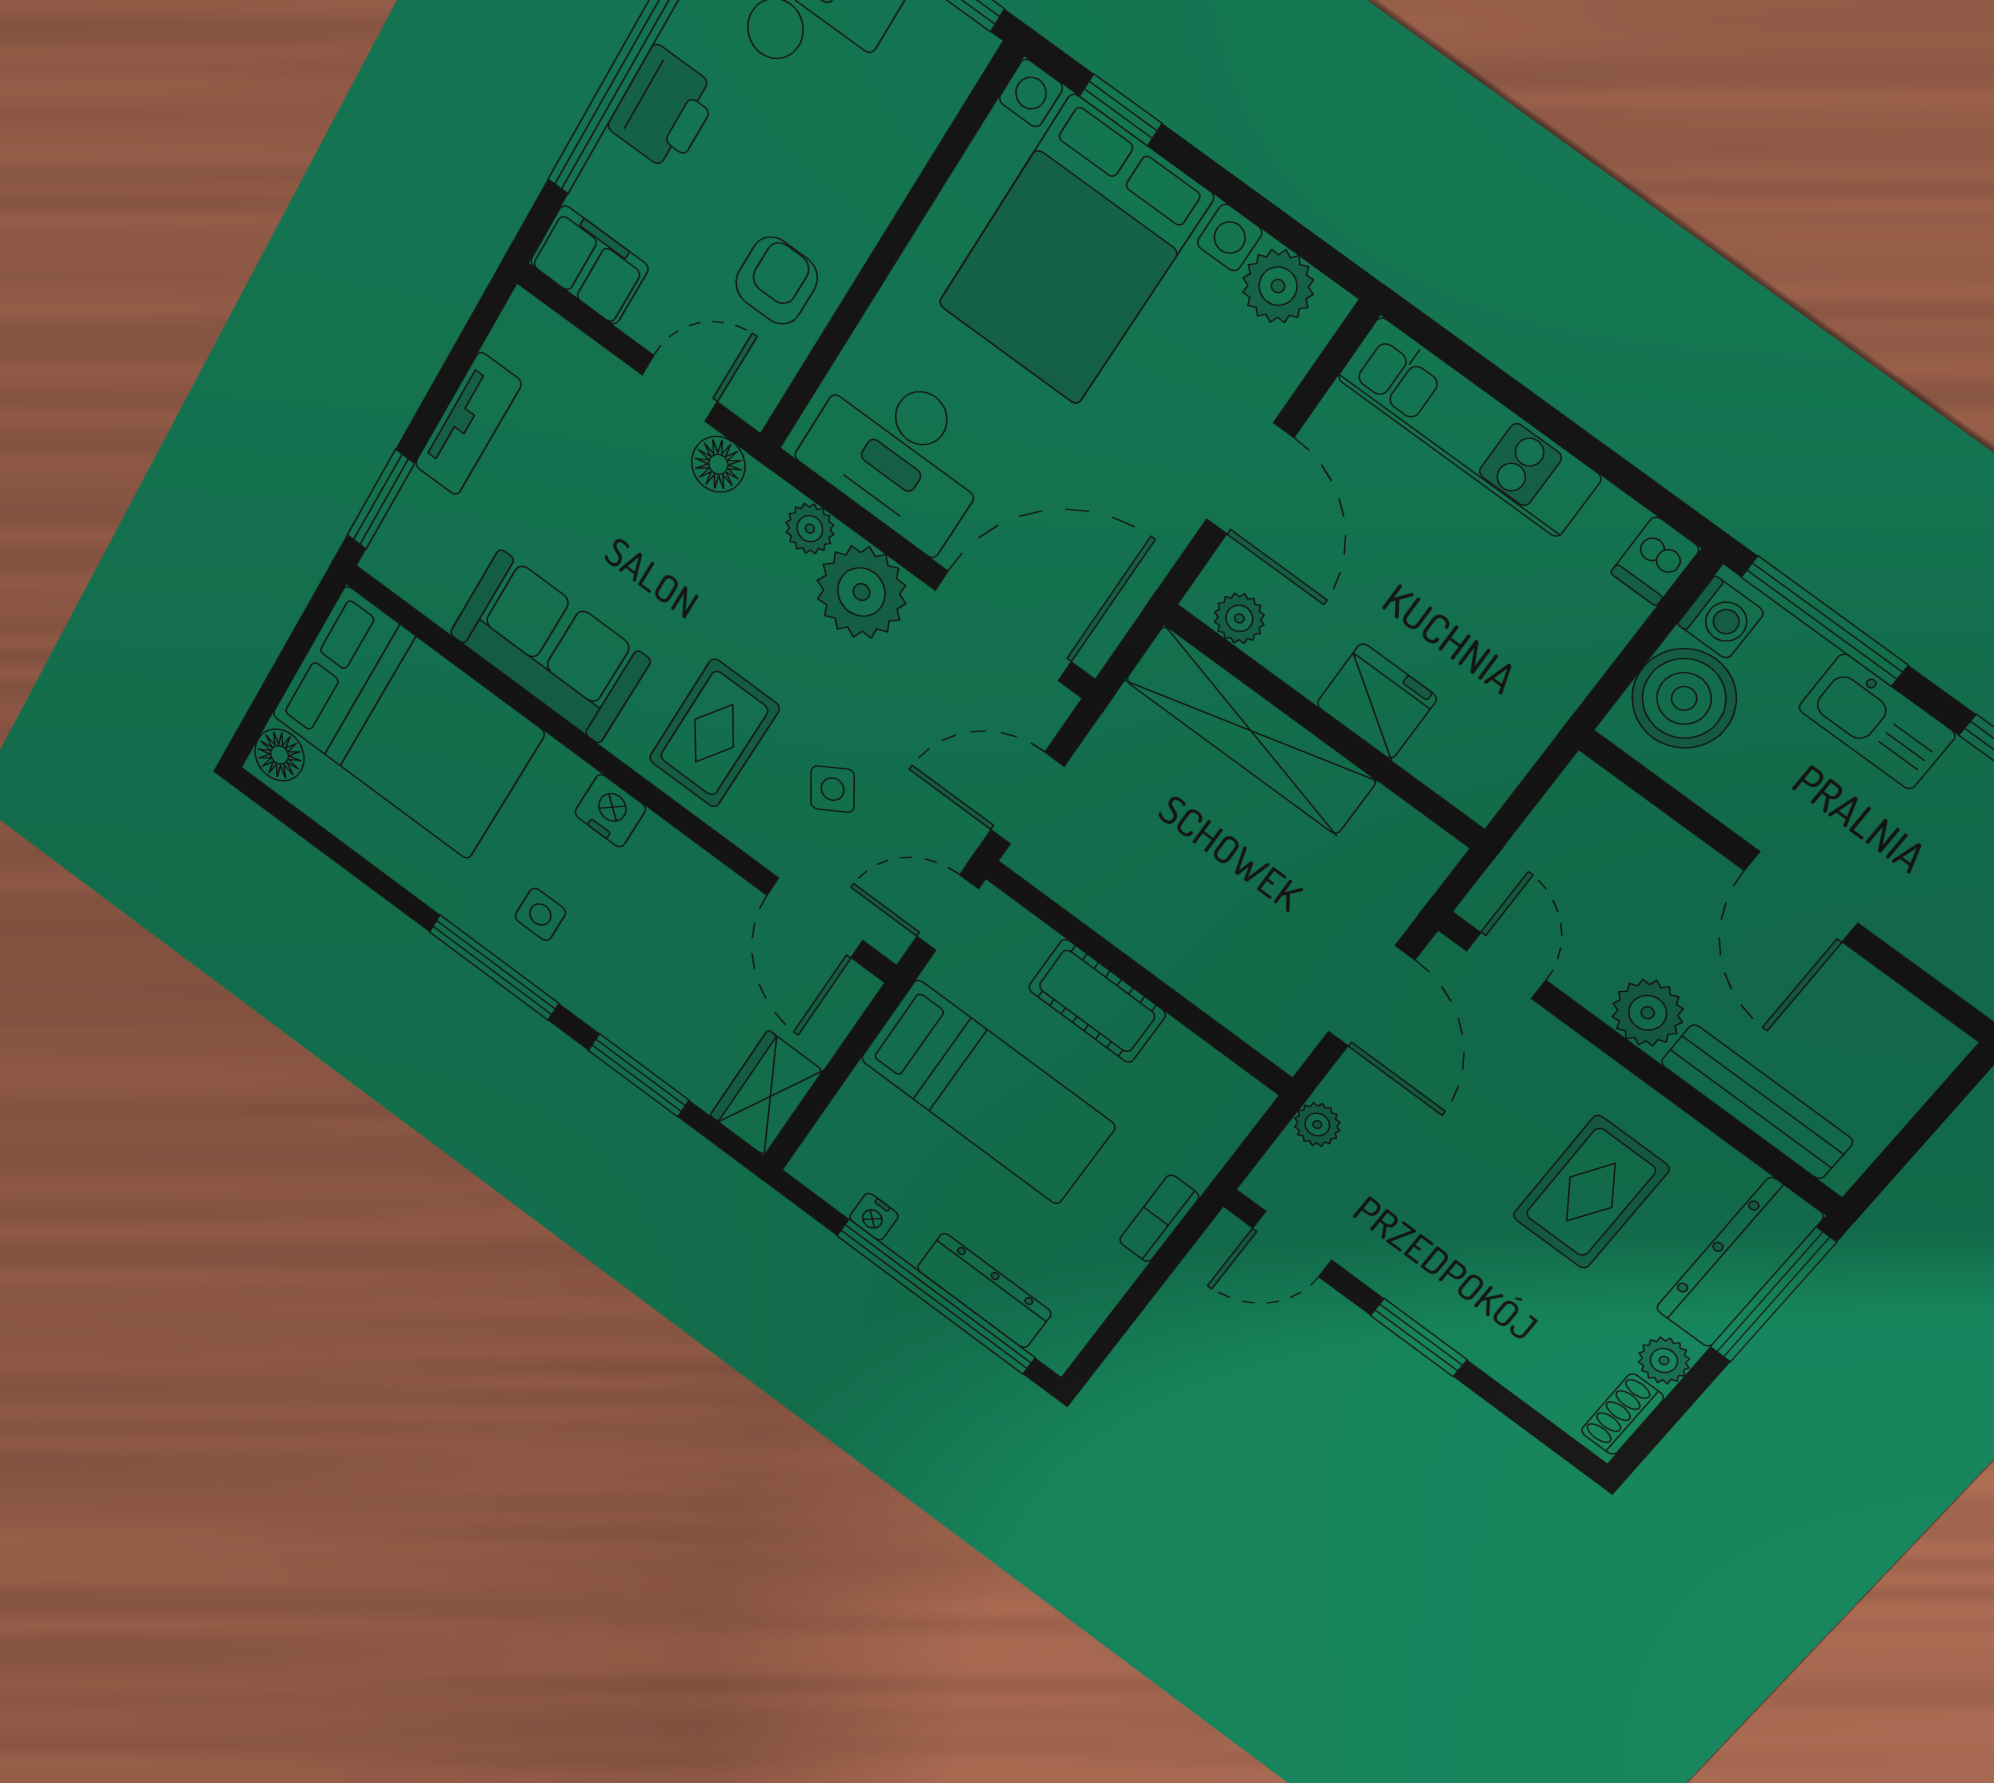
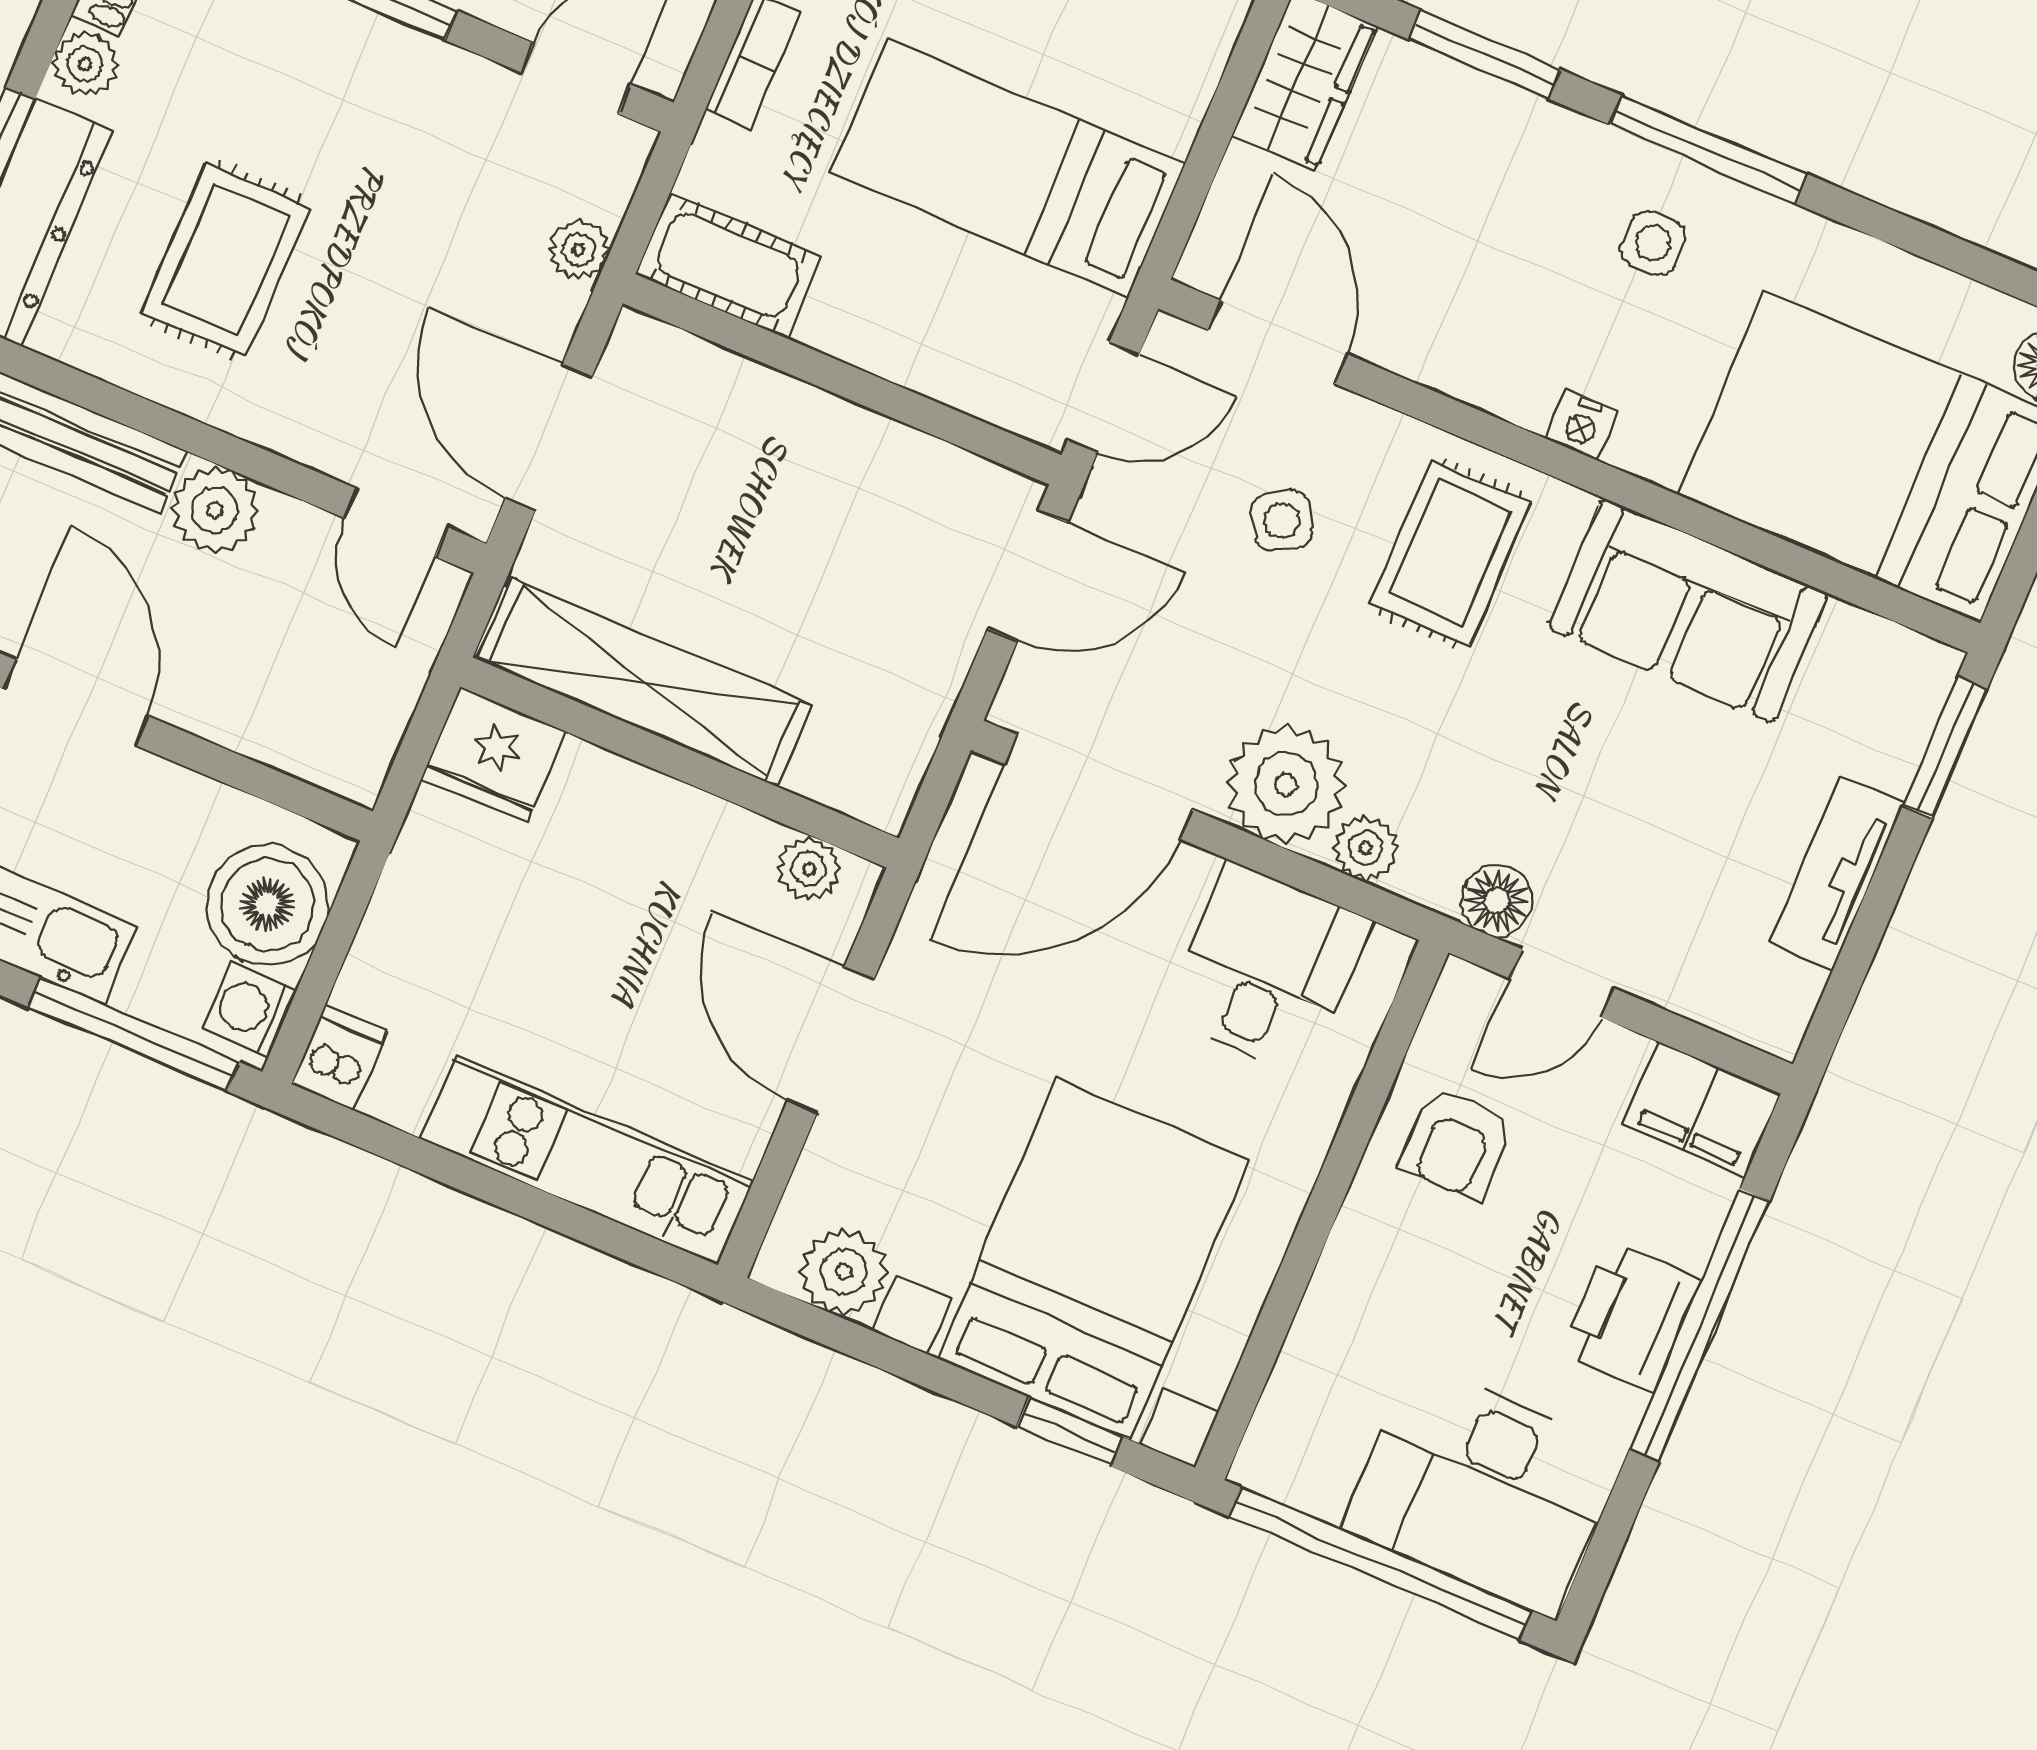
desk: (899, 453) -> (1267, 969), width x0.73
fridge: (1377, 701) -> (494, 755), moved
shelving: (1251, 730) -> (645, 683), moved
nightstand: (610, 811) -> (1582, 425), width x0.72, depth x0.74
cot: (1097, 1001) -> (728, 265), moved

